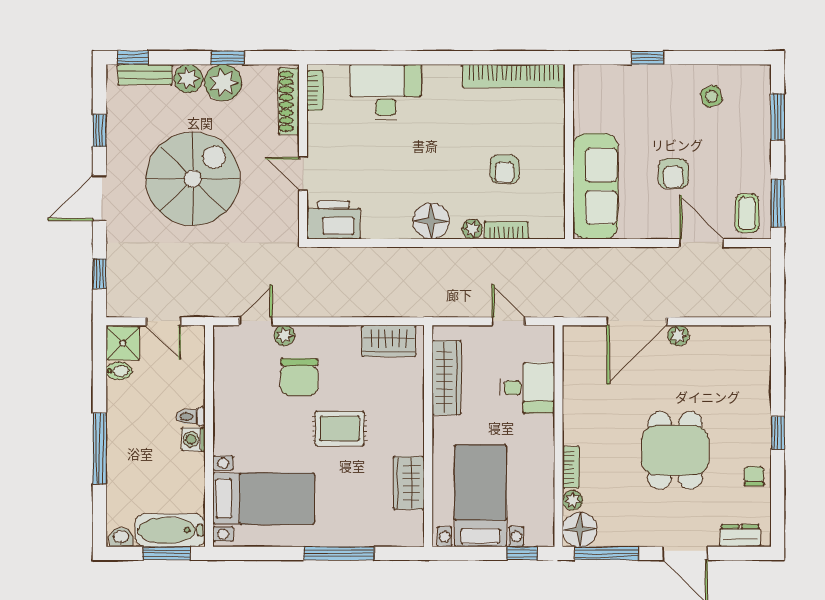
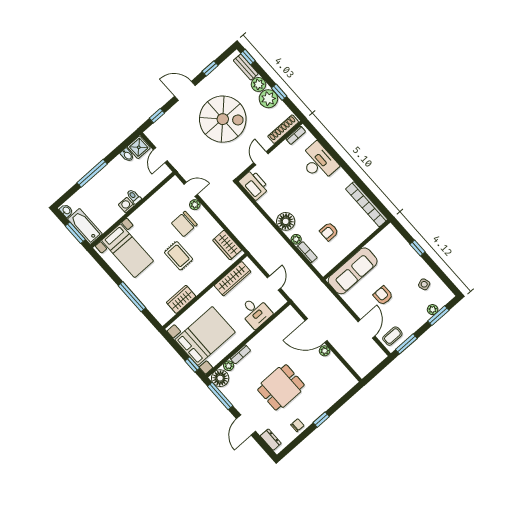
plant: (761, 117) -> (433, 310), added
armchair: (673, 173) -> (383, 296), turned 90
bed with nightstands: (480, 496) -> (205, 336), width x1.36

